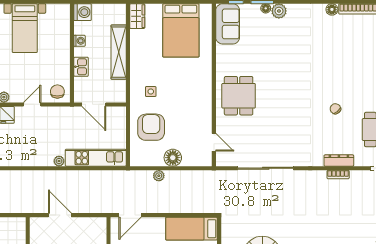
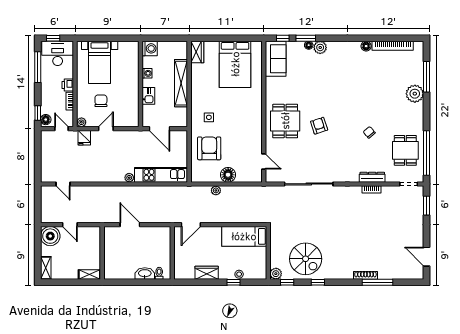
chair: (57, 91) -> (101, 101), moved
armchair: (278, 101) -> (319, 126), added

